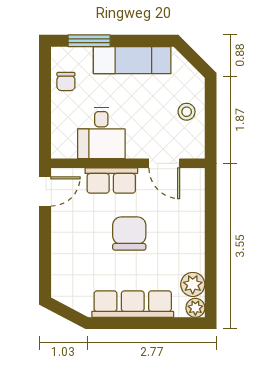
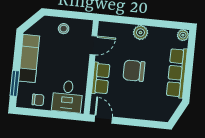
desk: (101, 133) -> (67, 96), moved, turned 90
plant: (193, 284) -> (140, 33), moved

